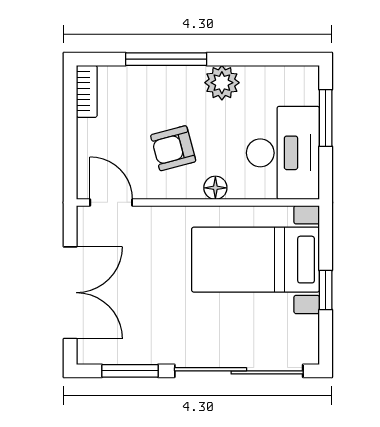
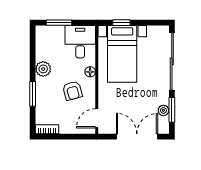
window: (166, 59) -> (33, 94), width x0.69
desk: (283, 153) -> (80, 42), width x0.73
window: (326, 290) -> (121, 23), moved
plant: (129, 352) -> (163, 110), added

